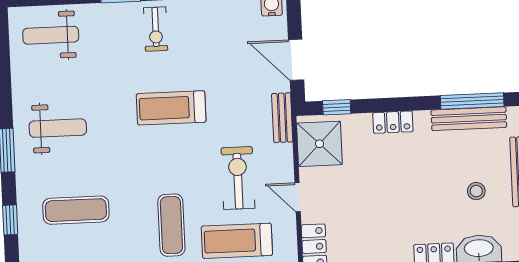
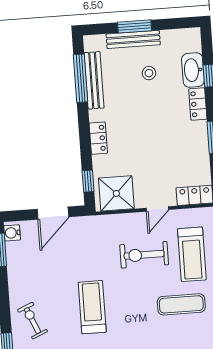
exercise bike: (156, 29) -> (33, 321), turned -113
treadmill: (171, 108) -> (92, 307), turned 180
bench: (282, 118) -> (97, 222), removed

